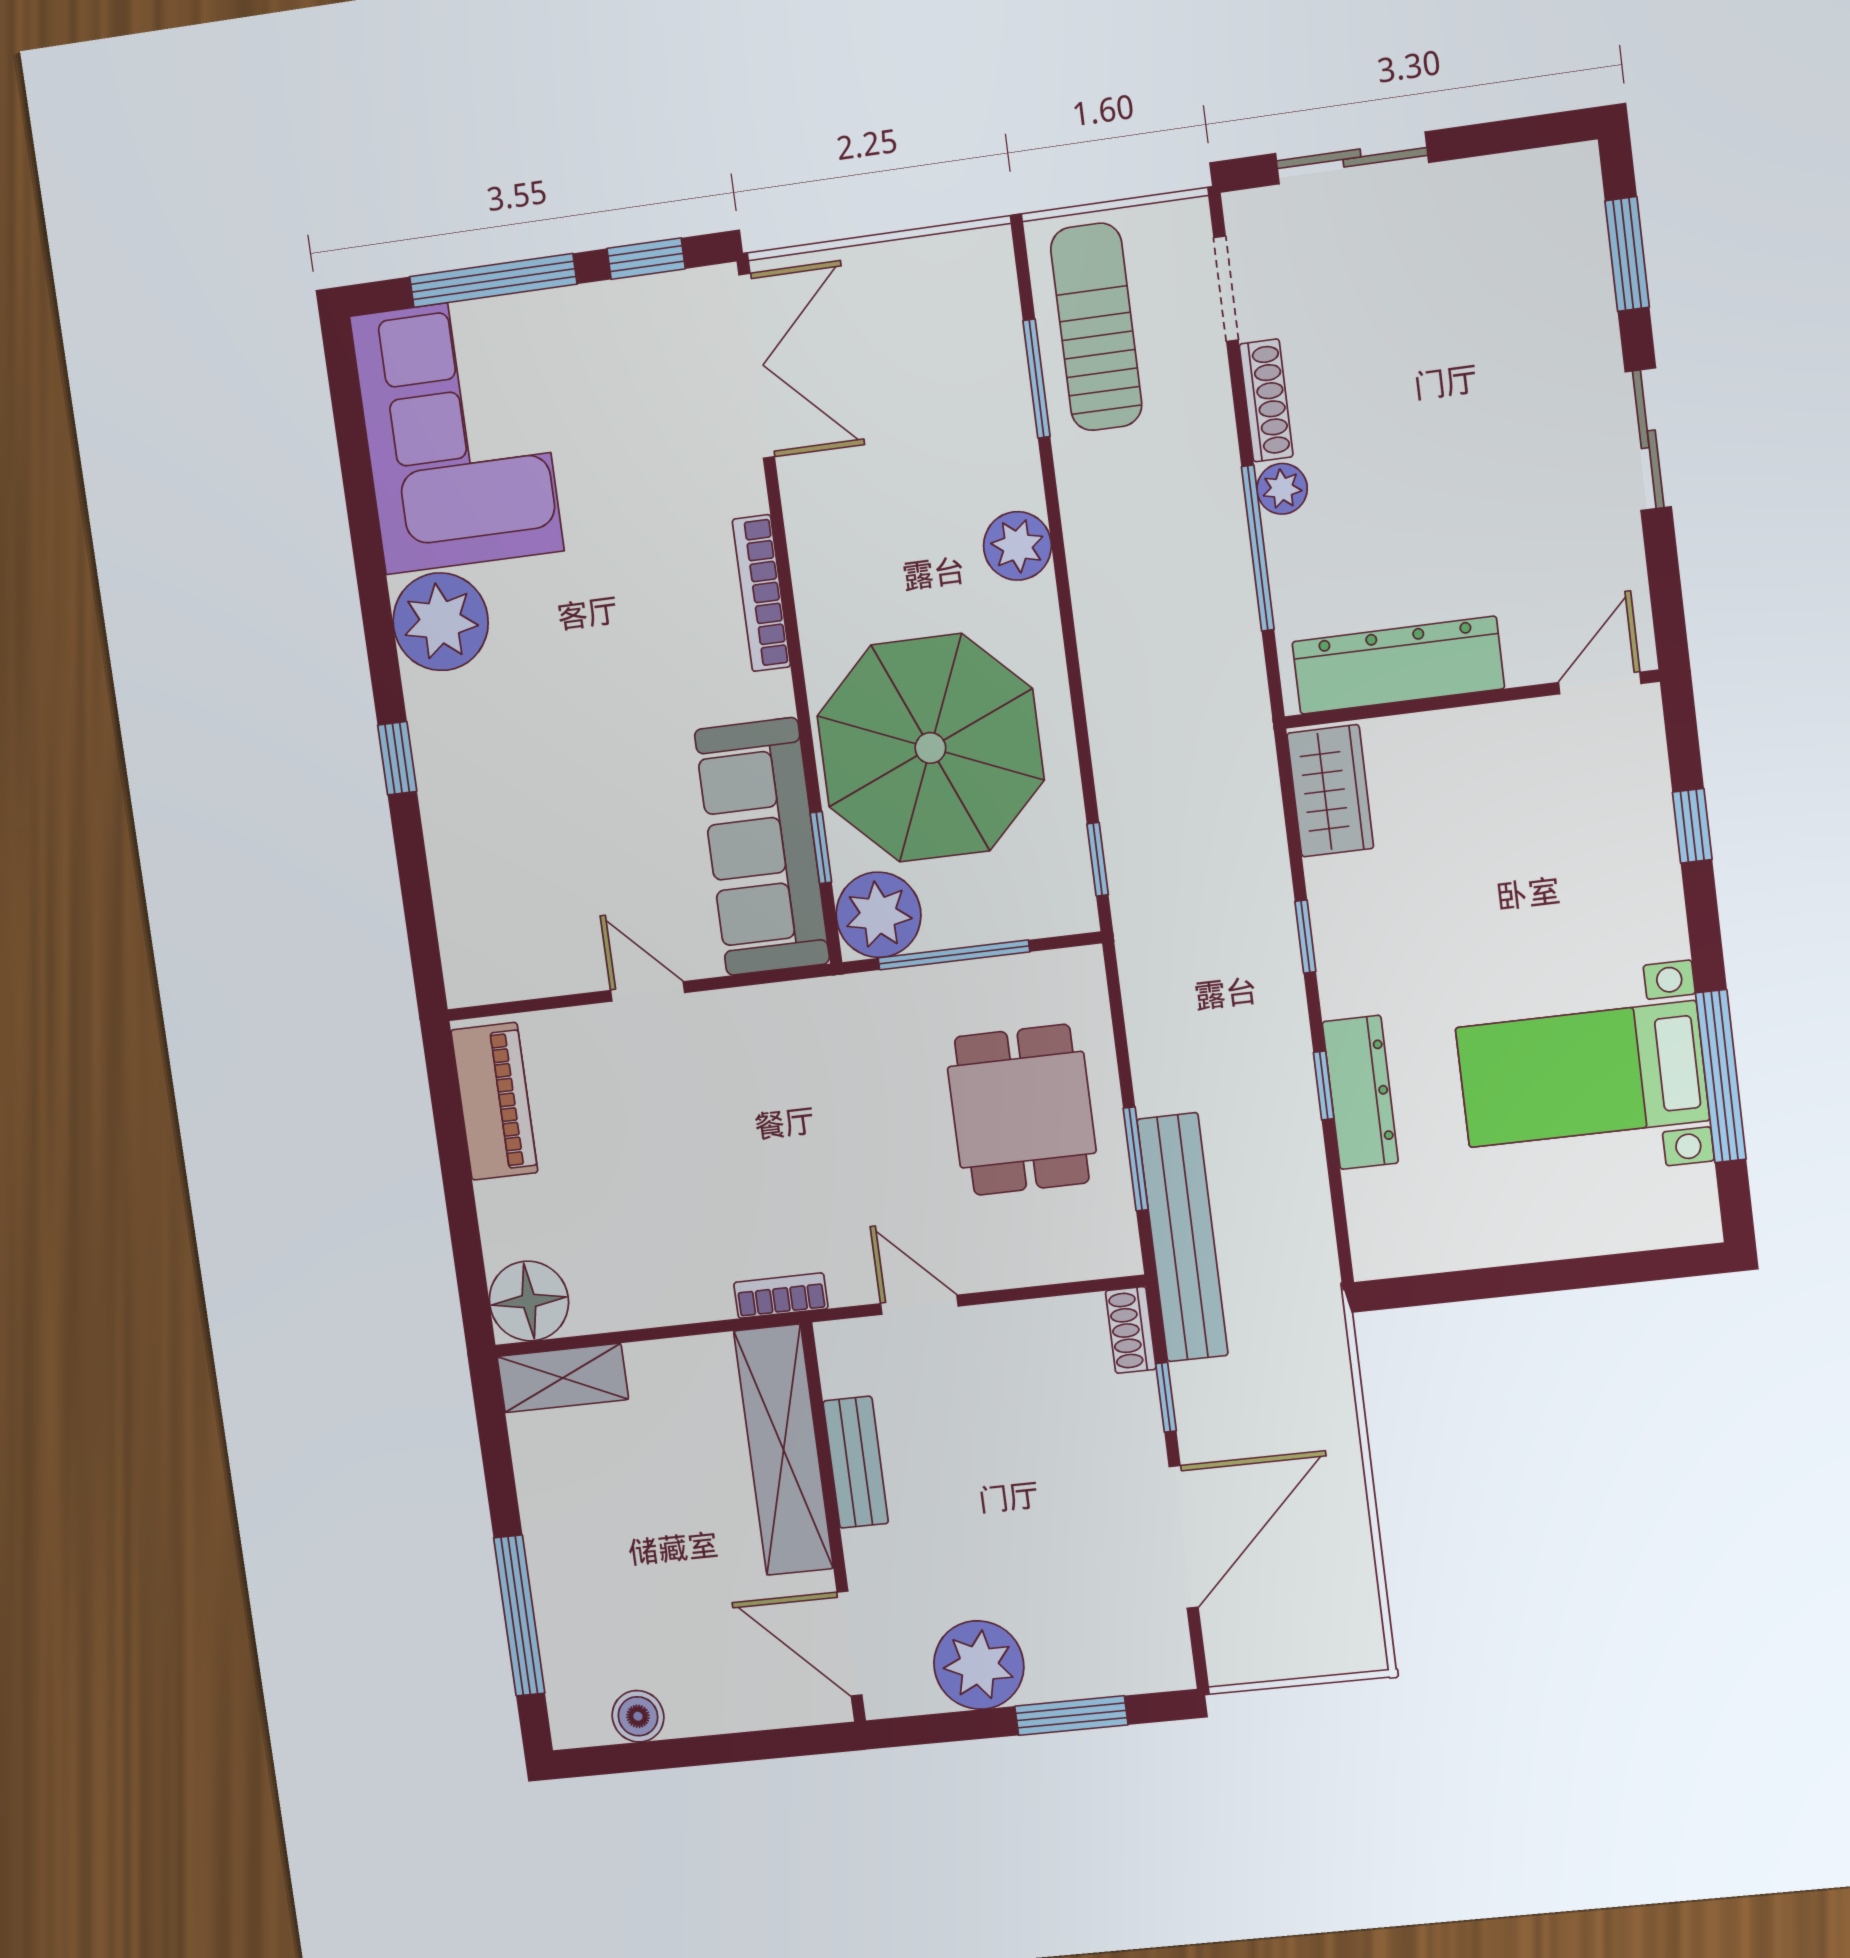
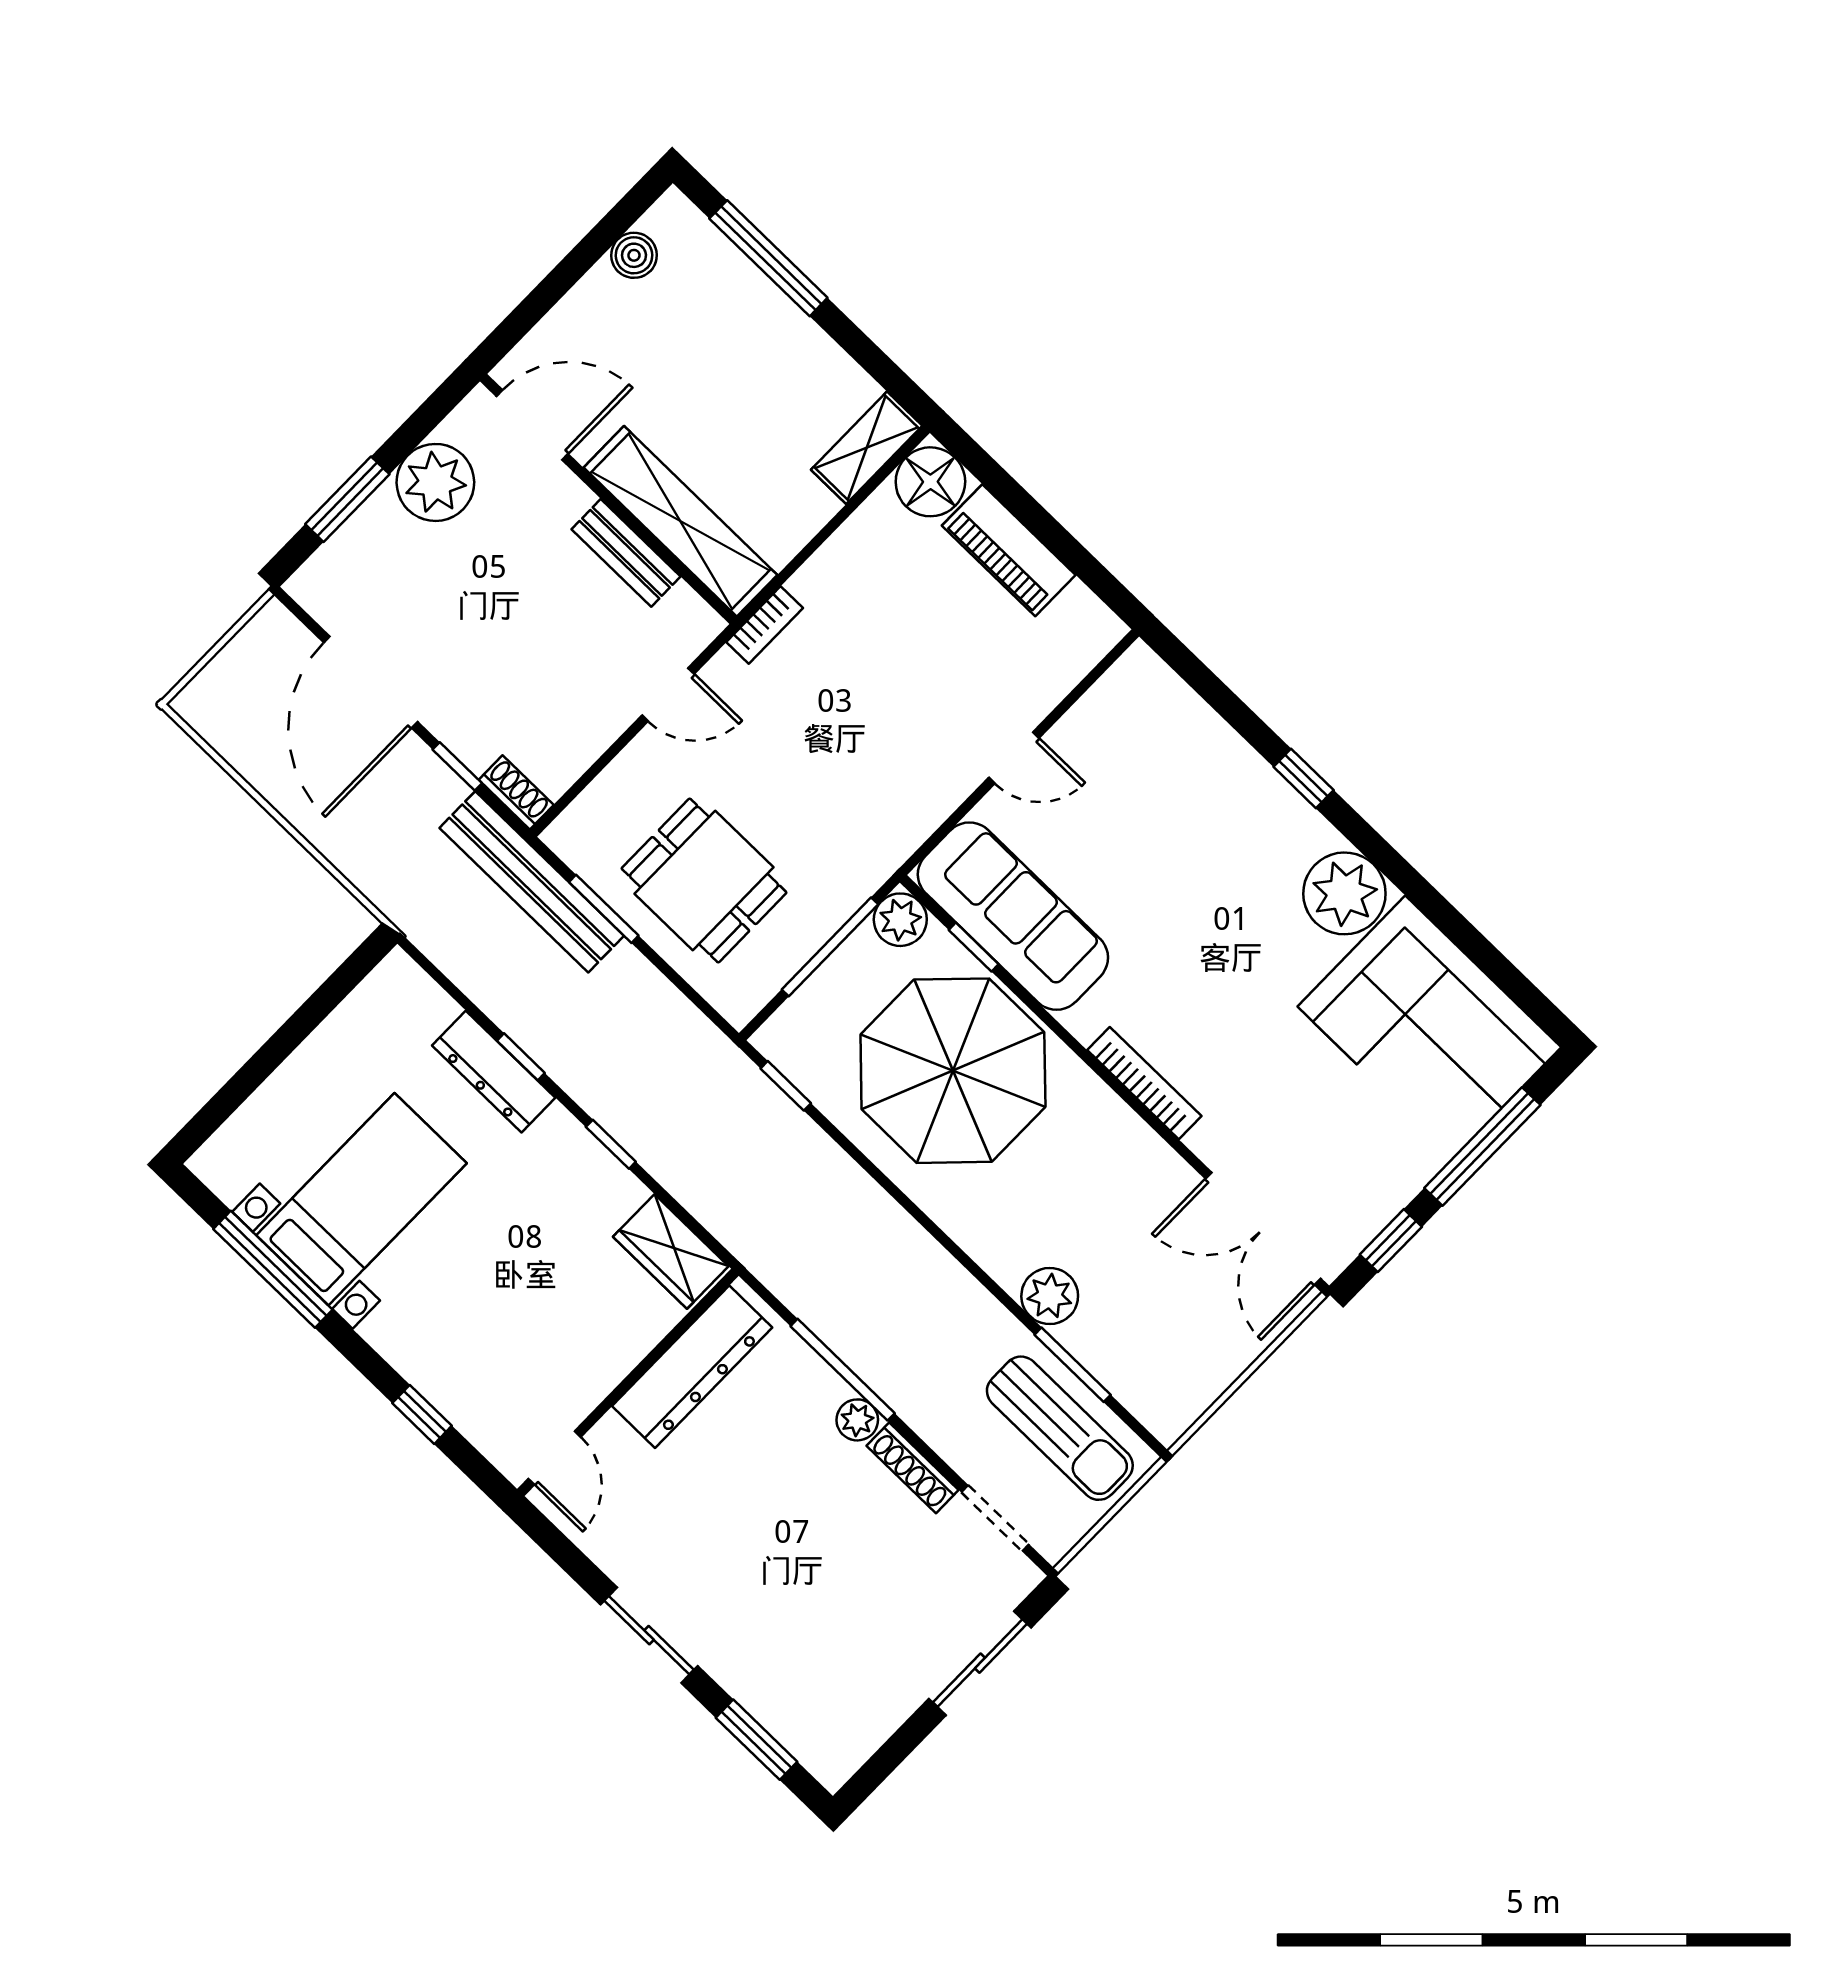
plant: (1017, 546) -> (1050, 1296), moved
plant: (878, 915) -> (900, 920), width x0.73, depth x0.73
piano: (494, 1101) -> (1009, 550), moved

